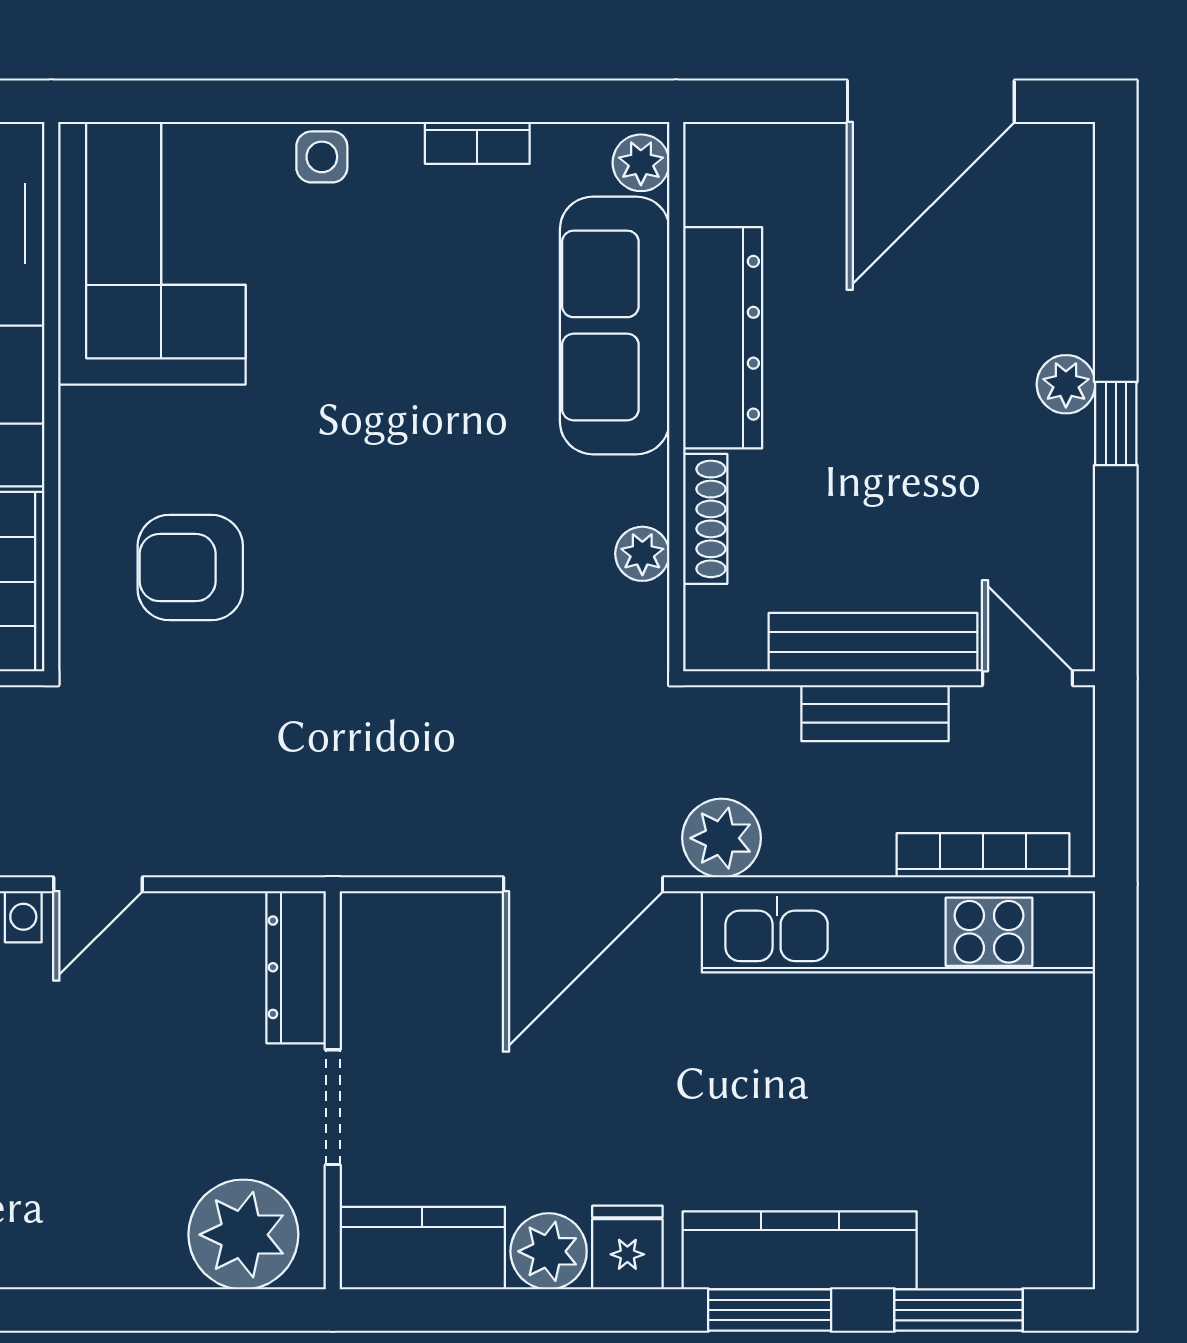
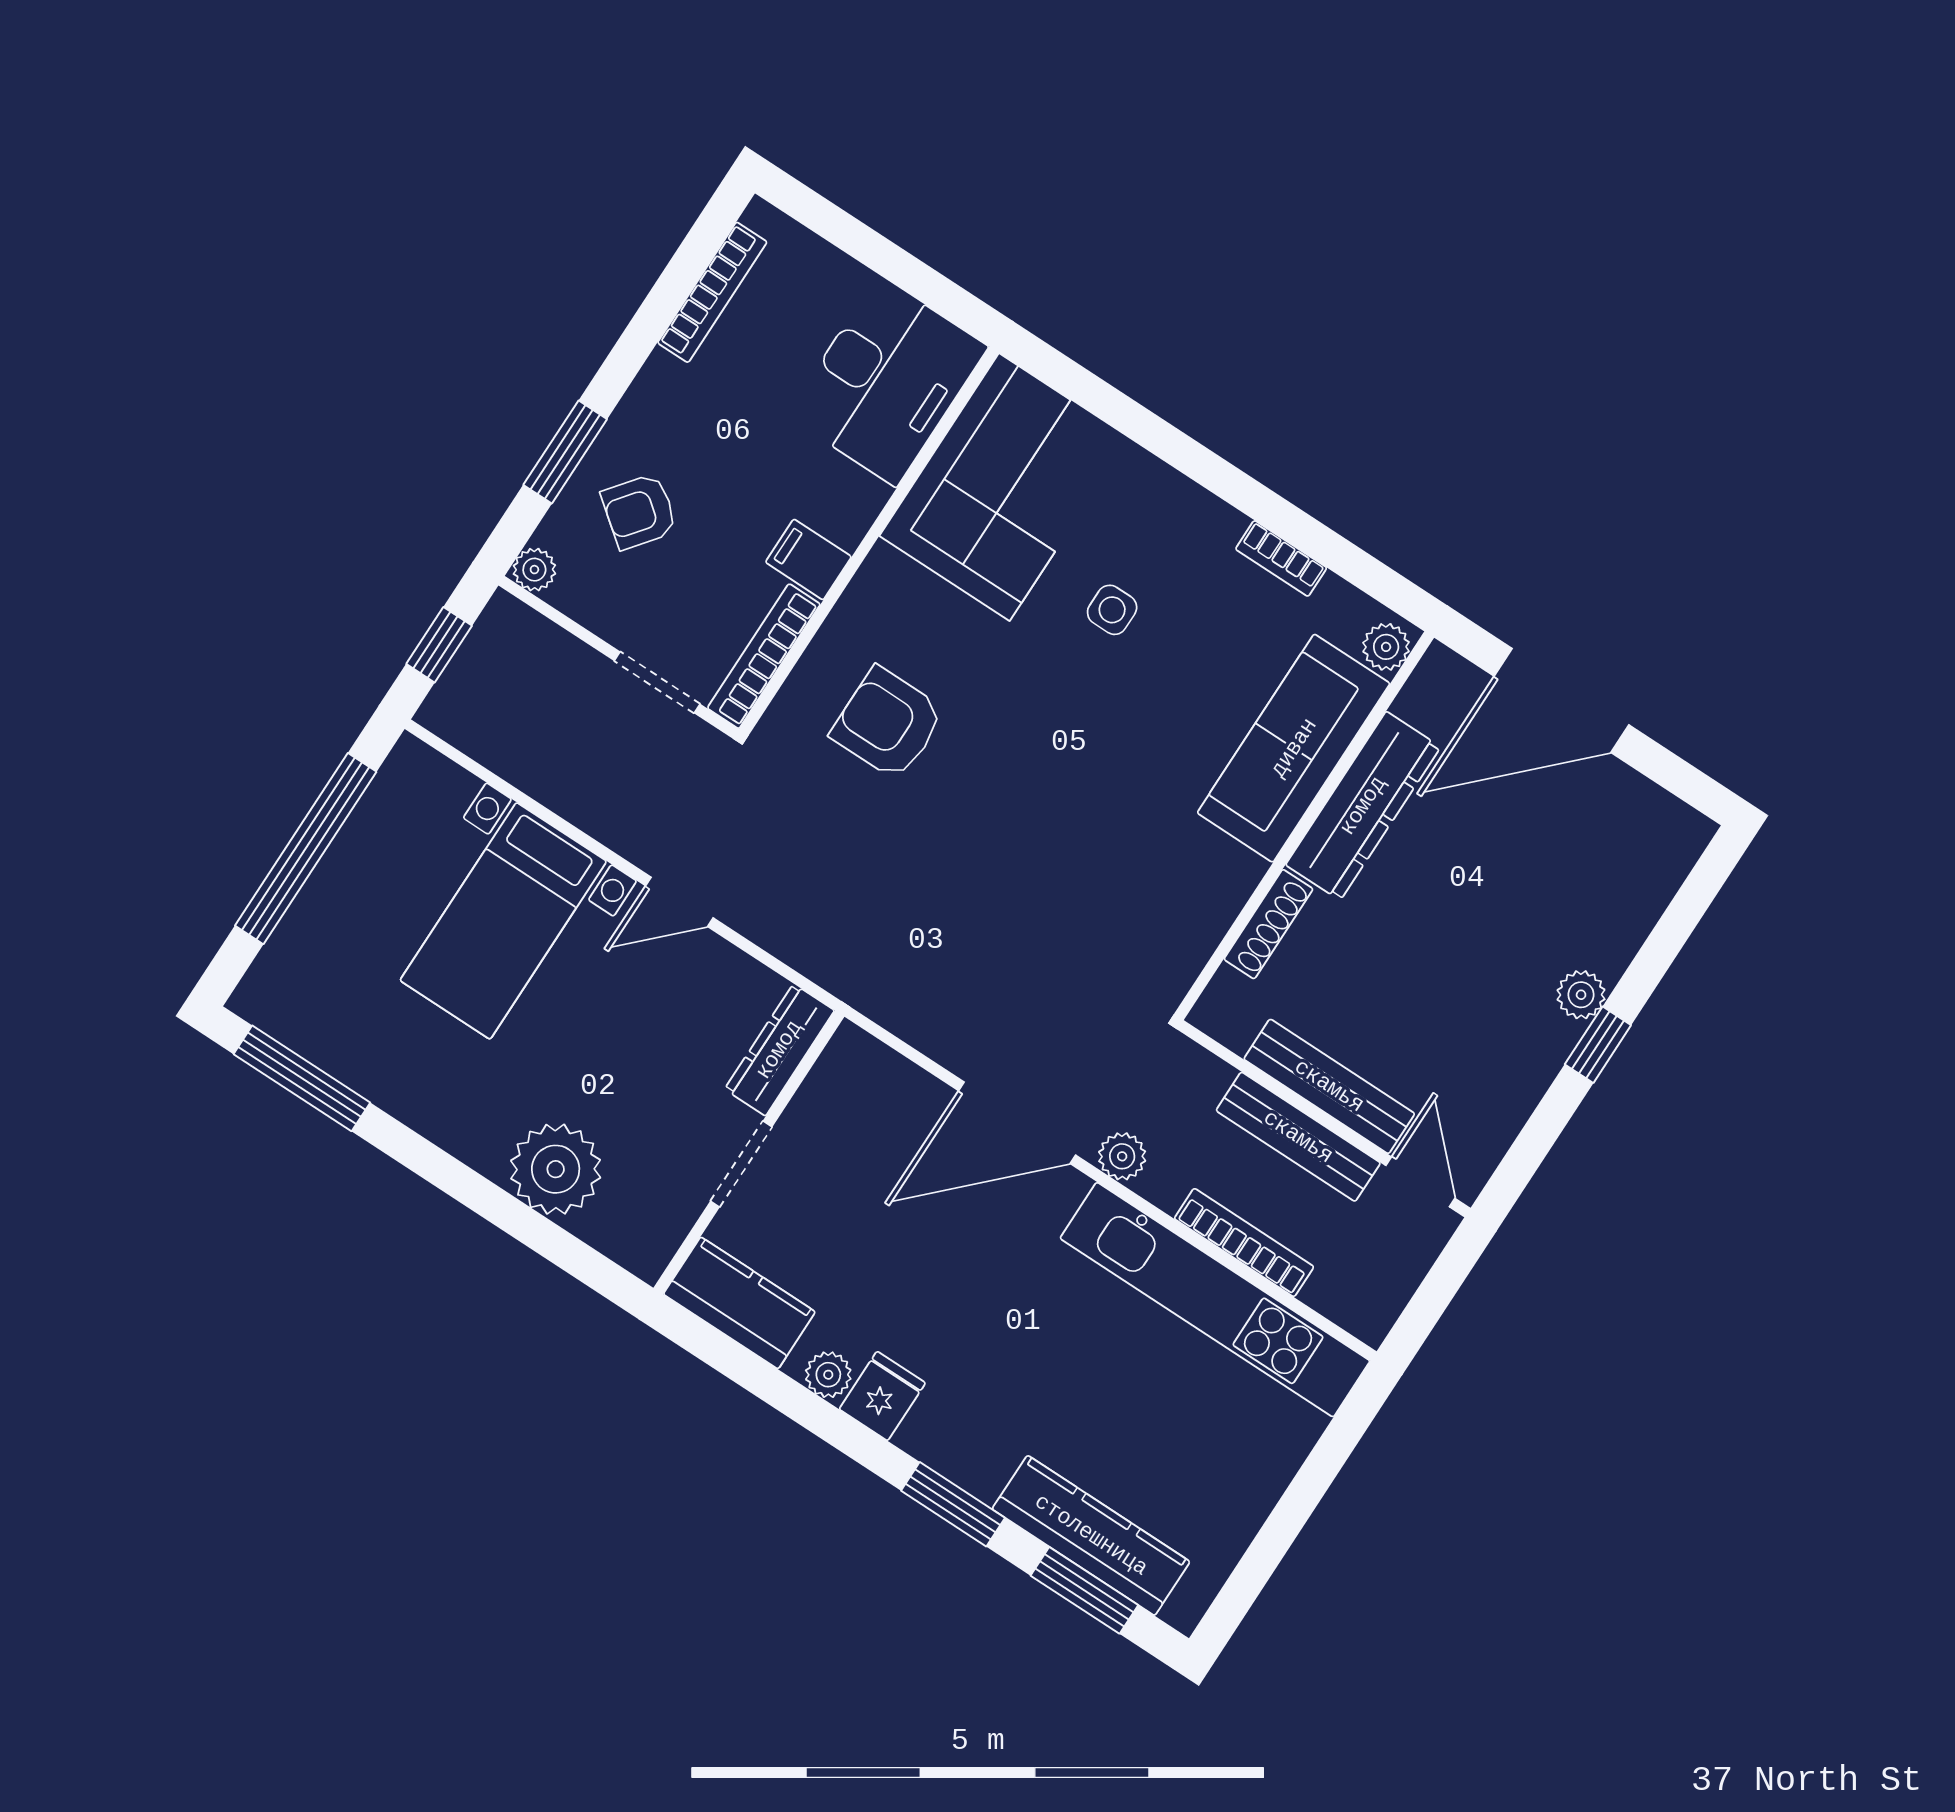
door: (931, 101) -> (1561, 700), moved
side table: (322, 157) -> (1112, 610), moved
plant: (642, 554) -> (1209, 920), removed
bench: (875, 713) -> (1298, 1137), width x1.36
plant: (722, 838) -> (1122, 1156), width x0.73, depth x0.73
bookcase: (983, 855) -> (1244, 1243), moved
plant: (243, 1235) -> (556, 1169), moved
kitchen counter: (800, 1250) -> (1091, 1535), moved
plant: (549, 1251) -> (828, 1375), width x0.73, depth x0.73

